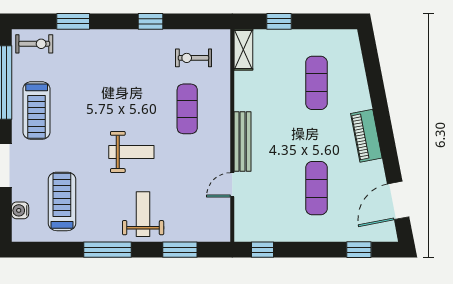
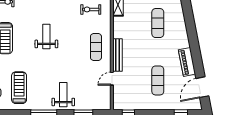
exercise mat: (187, 109) -> (96, 47), moved
piano: (366, 136) -> (187, 62), moved
weight bench: (131, 152) -> (46, 37), moved, turned -90

